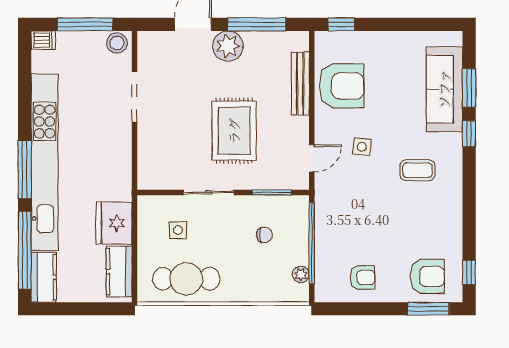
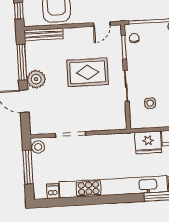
dishwasher: (43, 40) -> (53, 191), moved
bench: (300, 84) -> (44, 34), moved
door: (312, 158) -> (102, 24), swing flipped
window: (25, 169) -> (119, 199), removed
chair: (264, 235) -> (134, 38), moved

